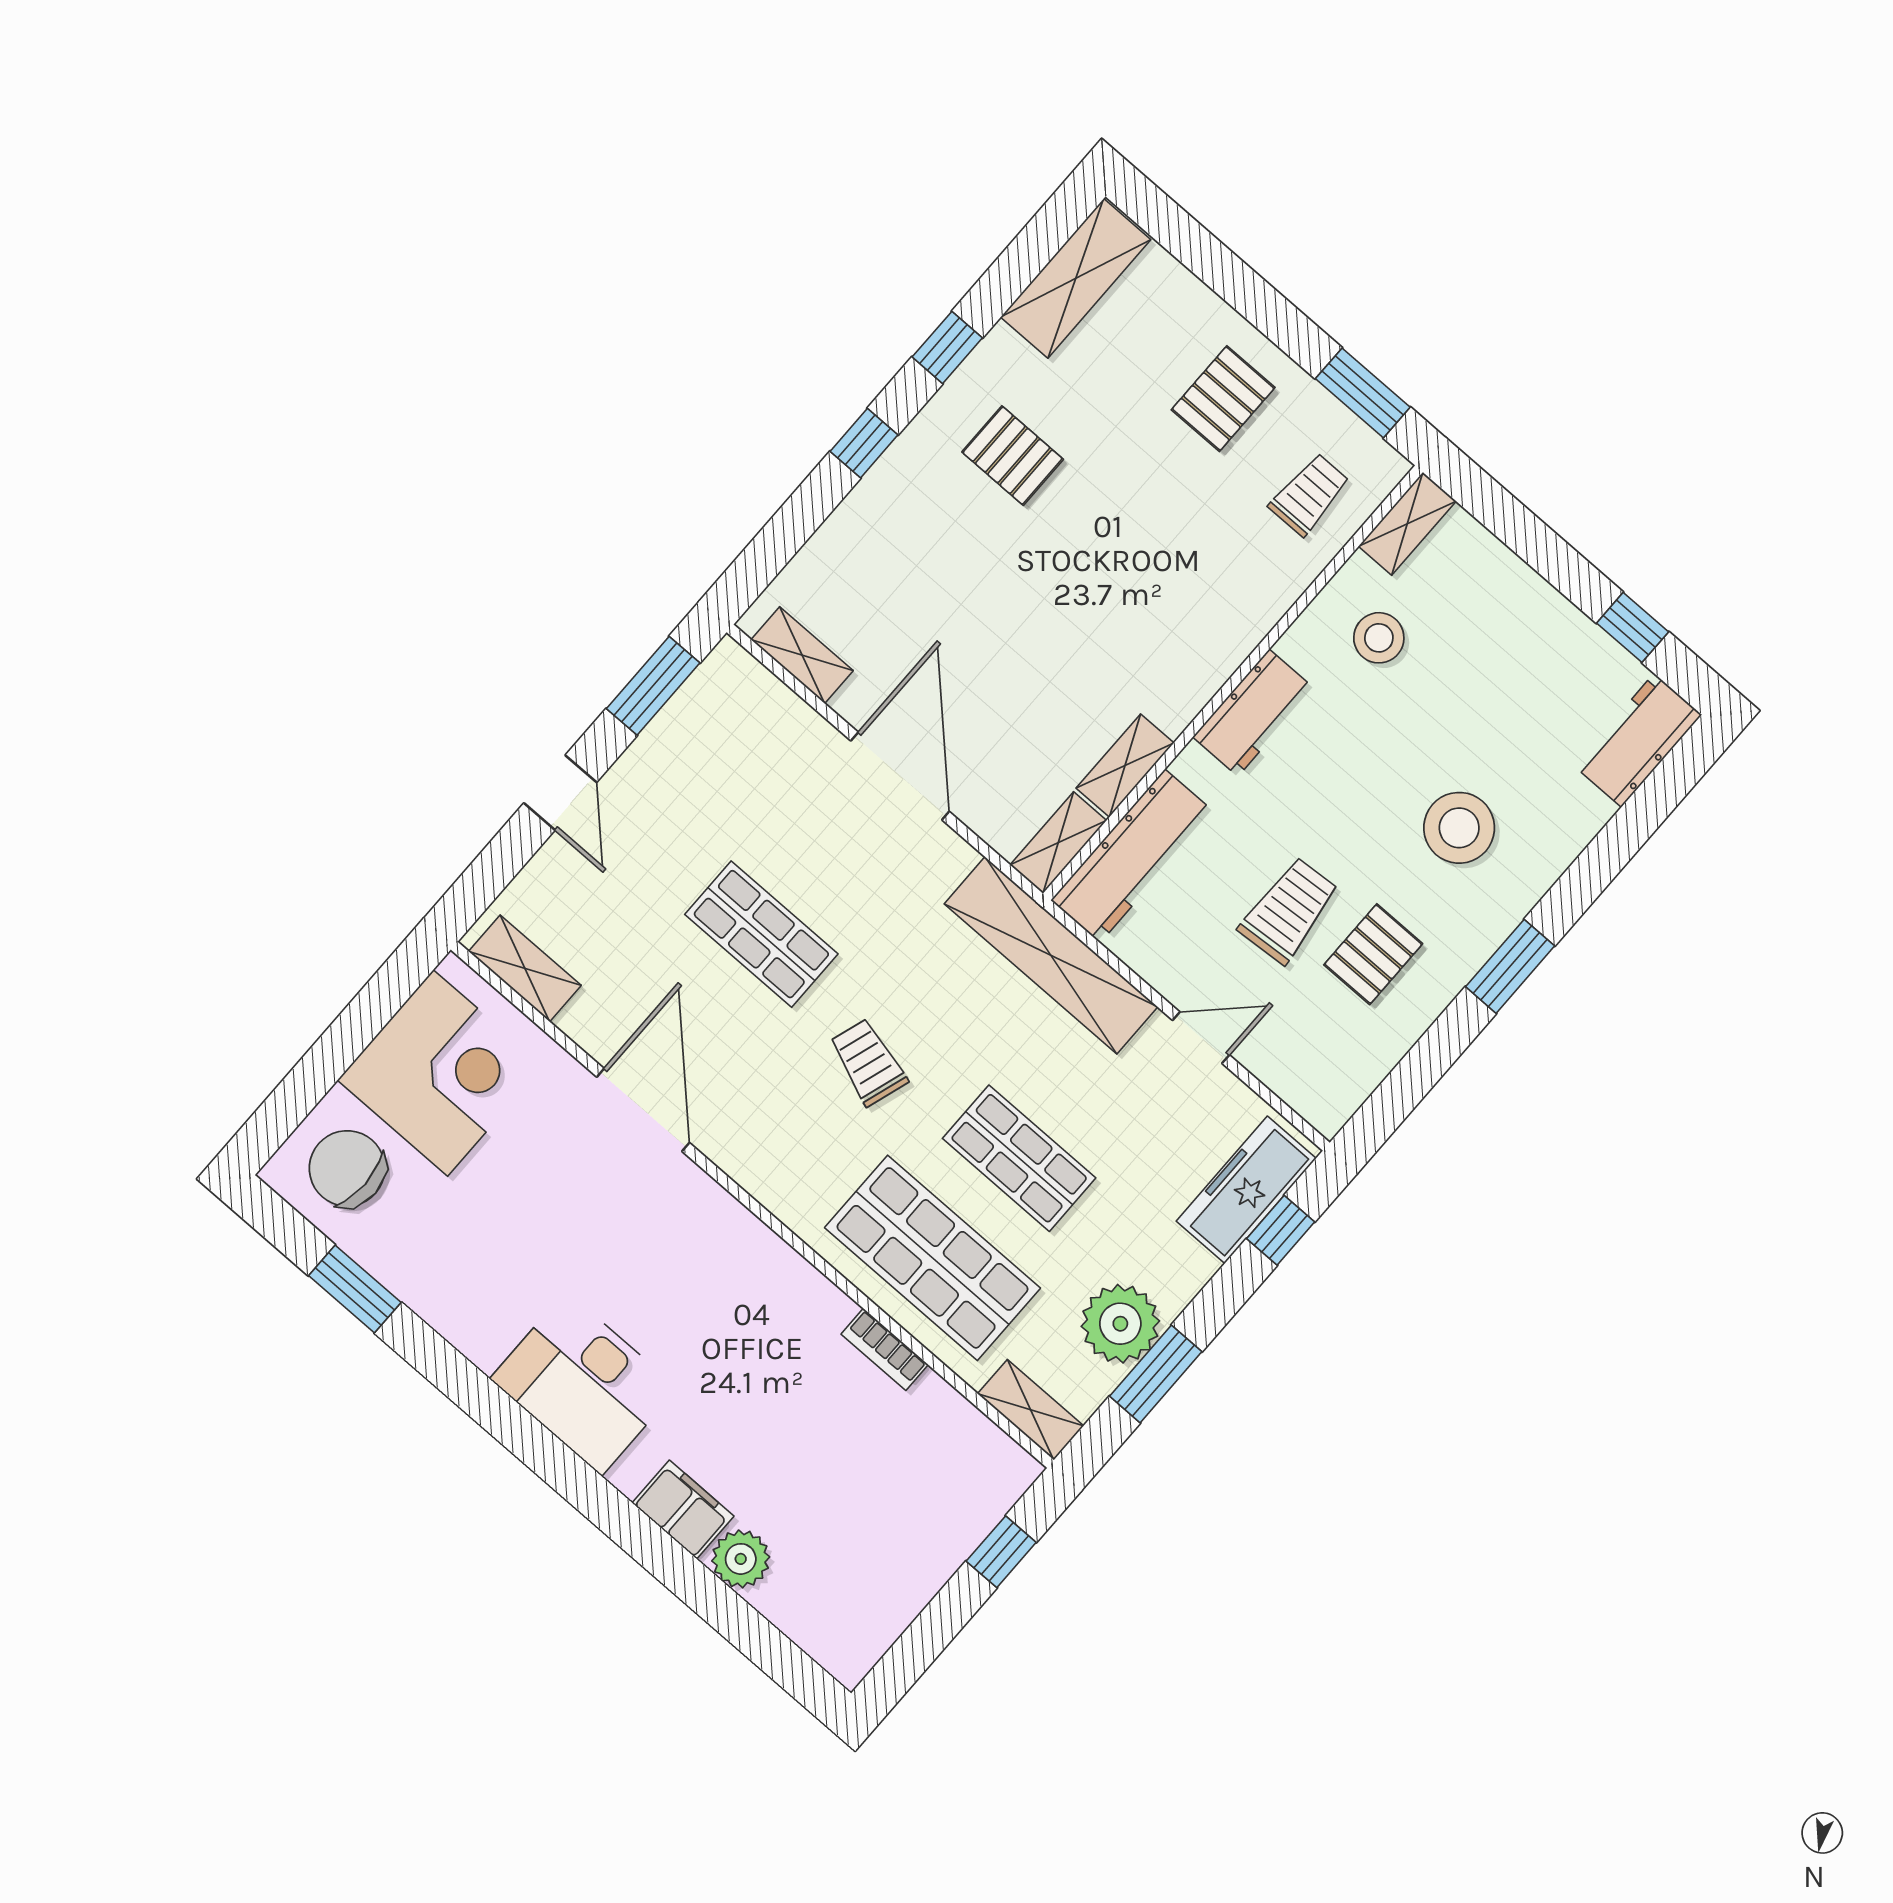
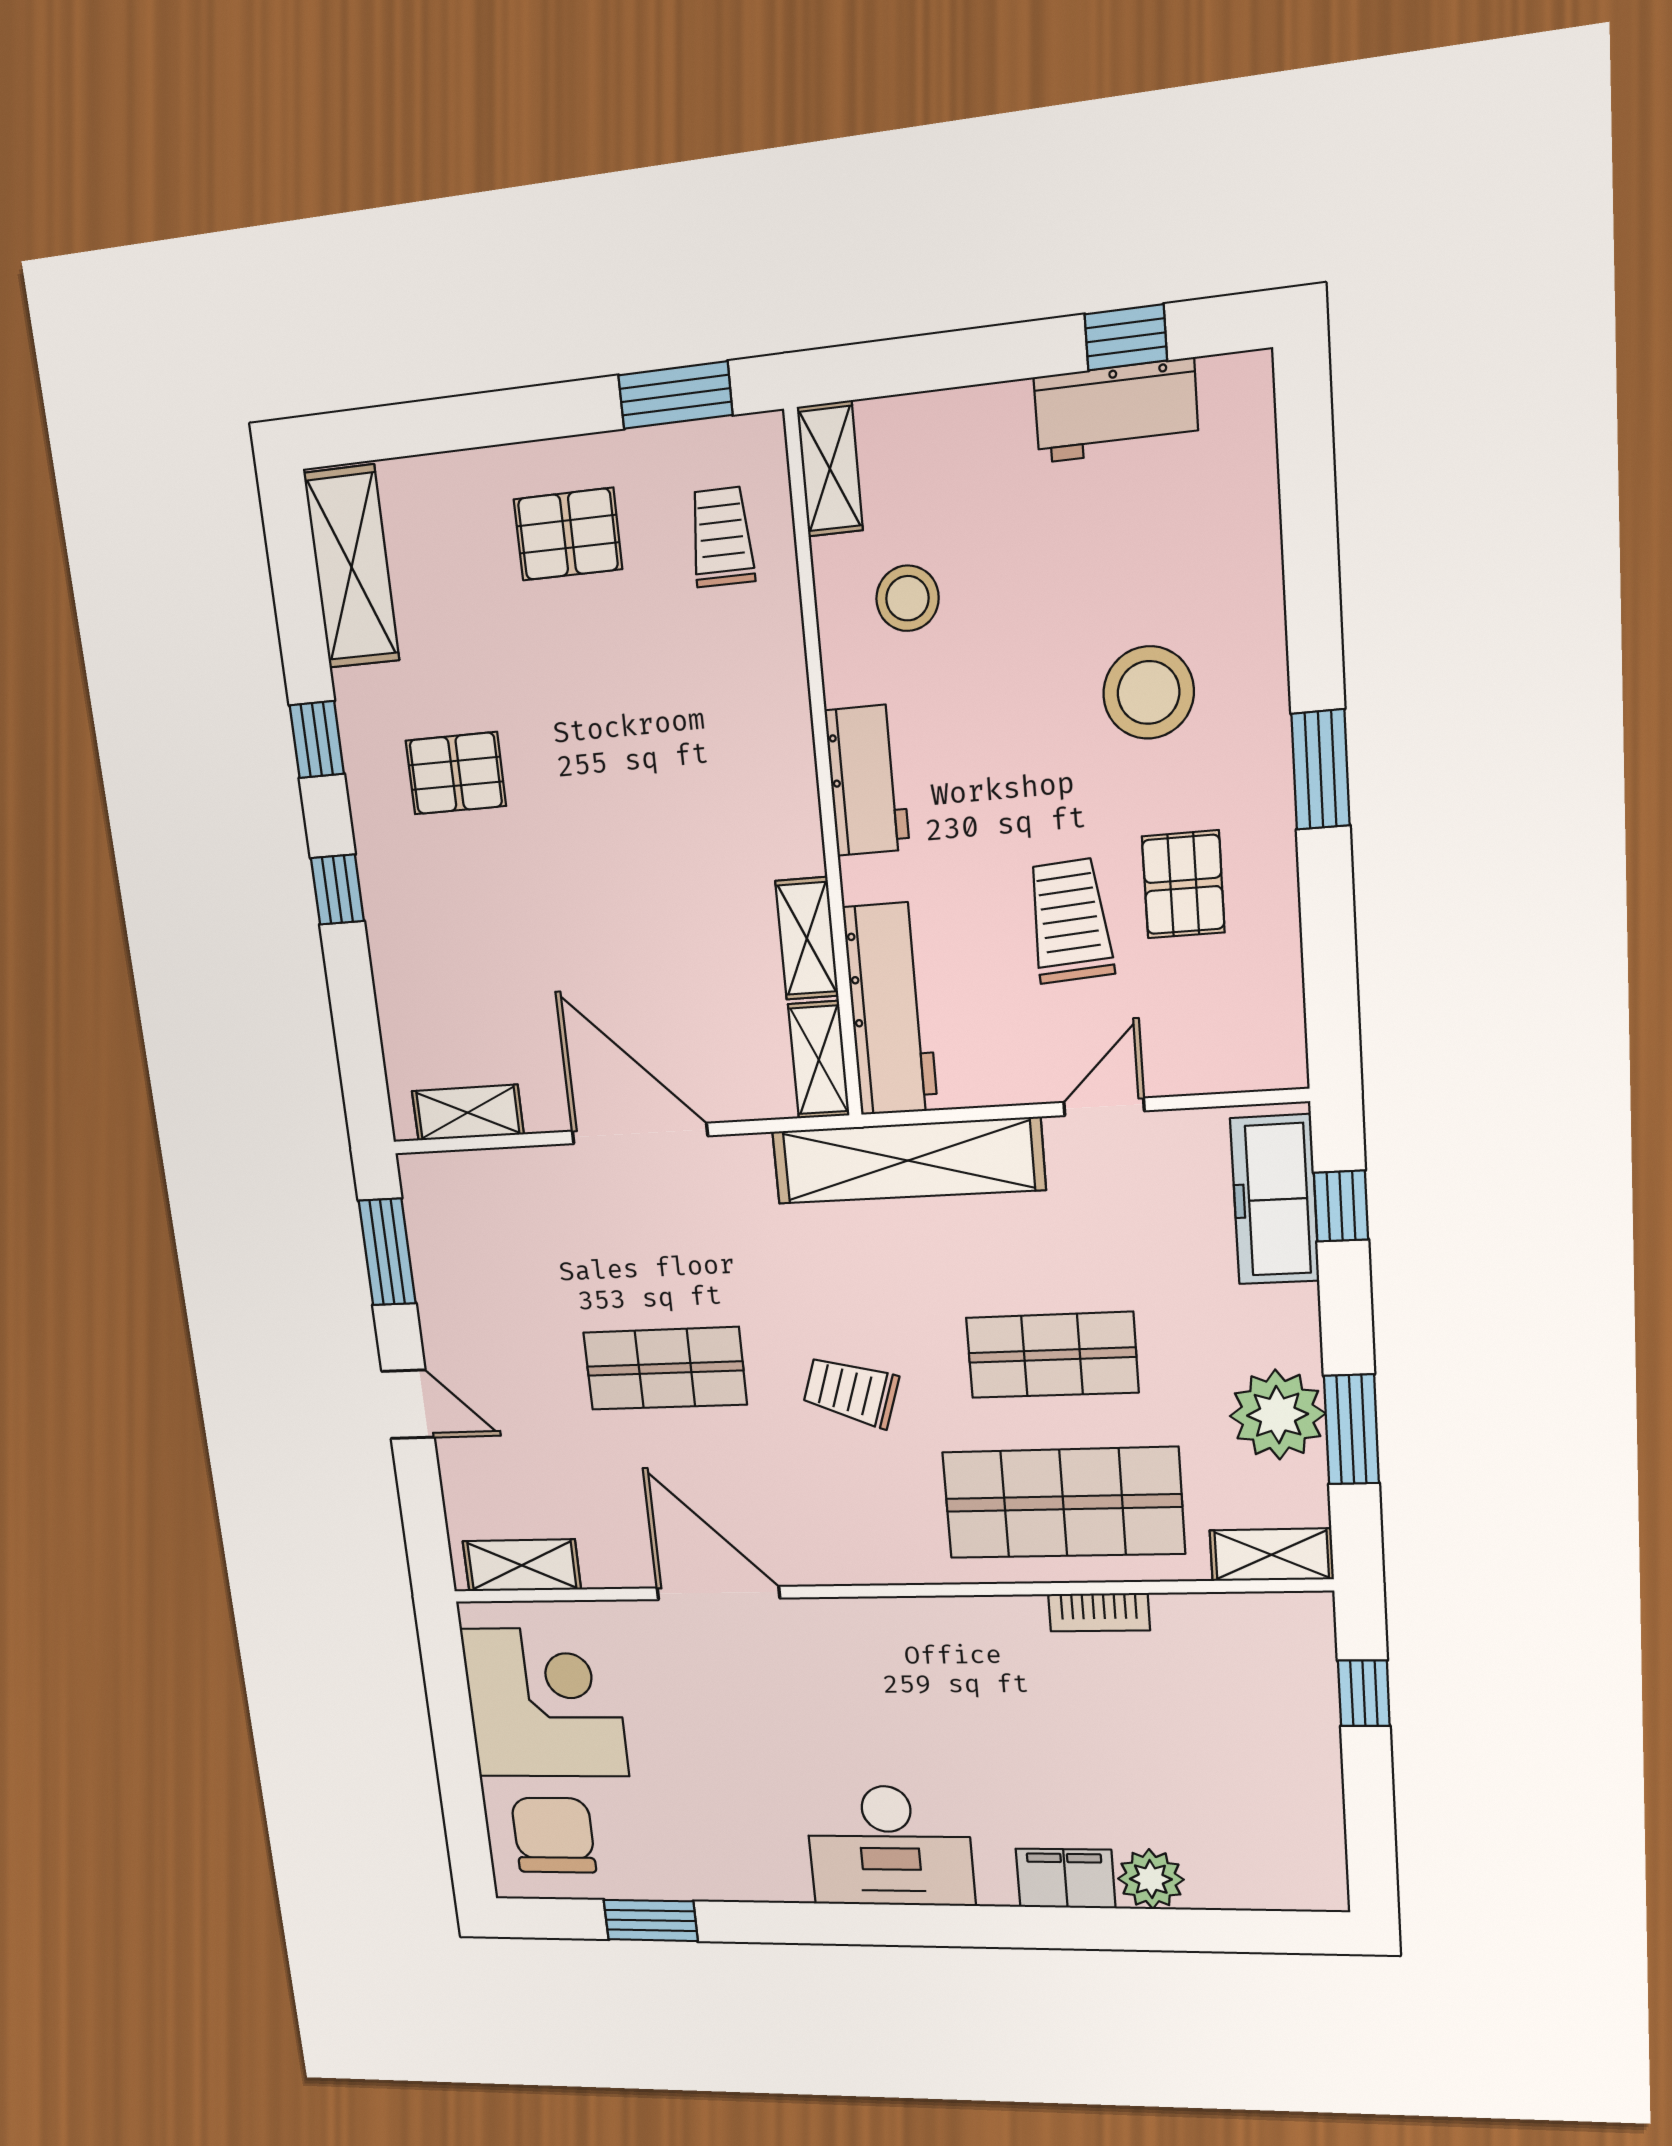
pallet: (1223, 399) -> (568, 534), turned 90
workbench: (1638, 740) -> (1116, 411), moved, turned -90
chair: (347, 1168) -> (553, 1835), turned 90

